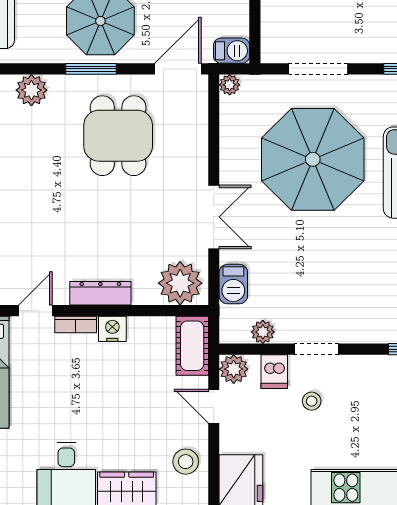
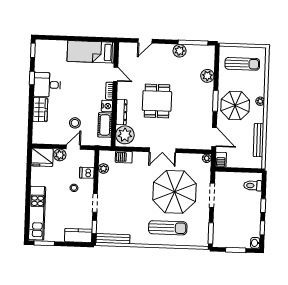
dining table: (118, 136) -> (157, 101), moved, turned 90
double door: (214, 217) -> (163, 150), moved
dresser: (100, 293) -> (122, 112), moved
cot: (192, 346) -> (105, 125), moved, turned 90
doorway: (317, 349) -> (95, 203), moved
plant: (234, 369) -> (60, 155), moved
stool: (186, 462) -> (75, 123), moved

